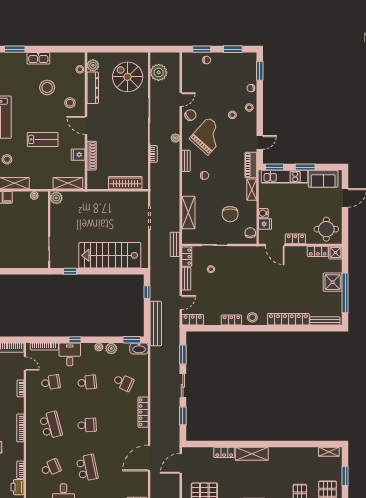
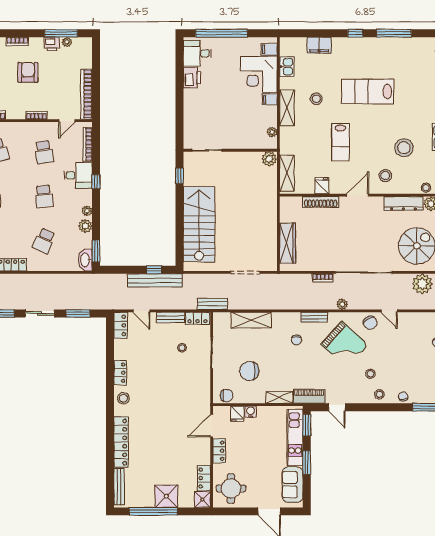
bench: (156, 324) -> (155, 280), moved

